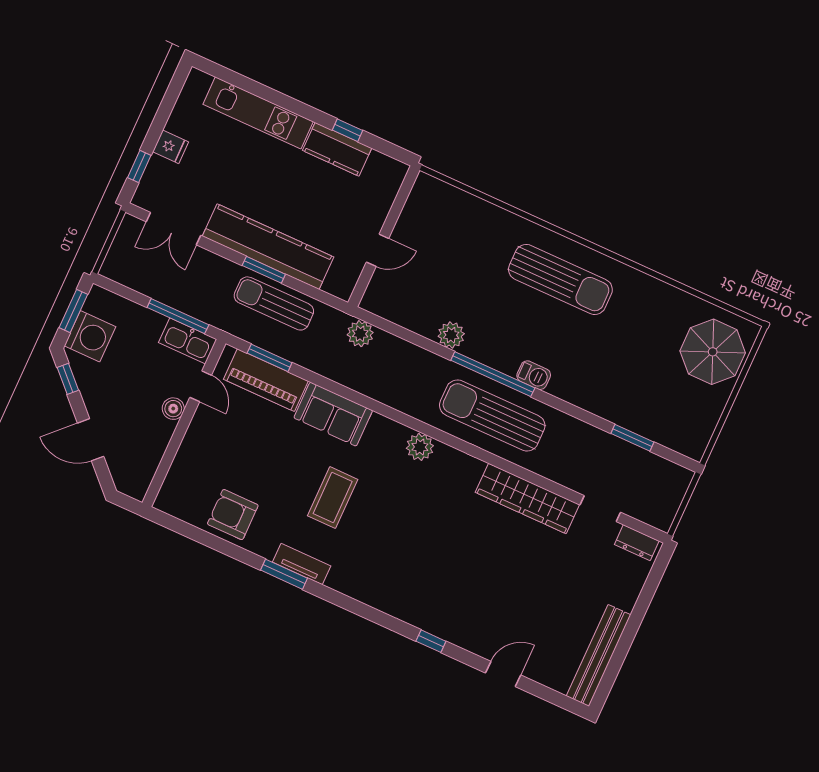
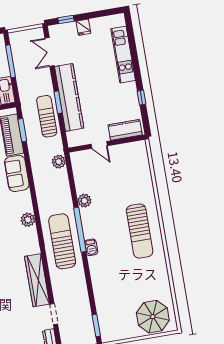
kitchen counter: (337, 149) -> (125, 130), moved, turned 90
window: (178, 316) -> (11, 61), moved
window: (632, 438) -> (96, 325), moved

